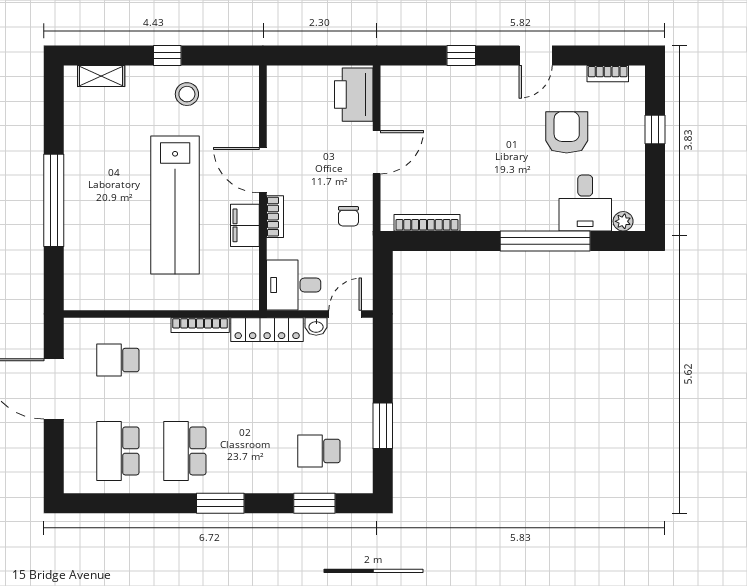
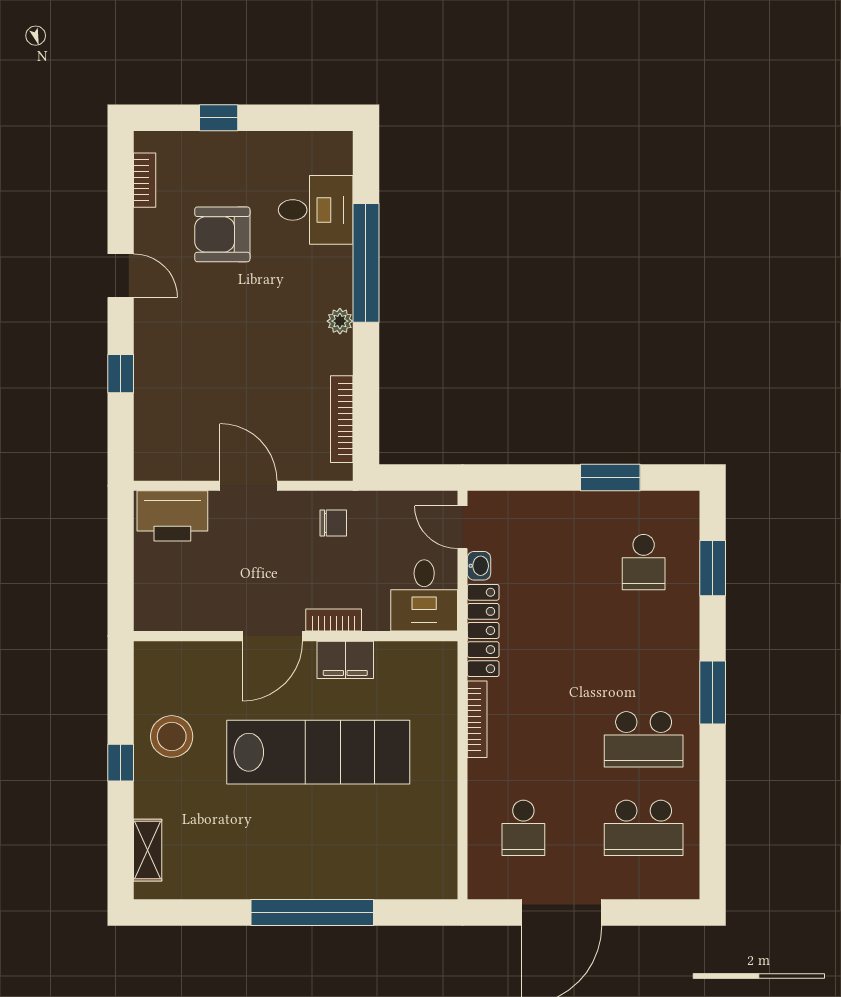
stool: (187, 94) -> (172, 736), width x1.38, depth x1.38
plant: (623, 221) -> (340, 321), moved

